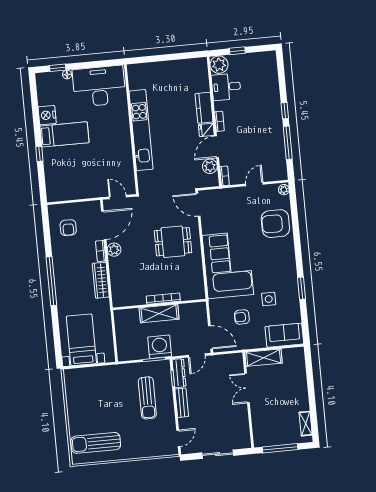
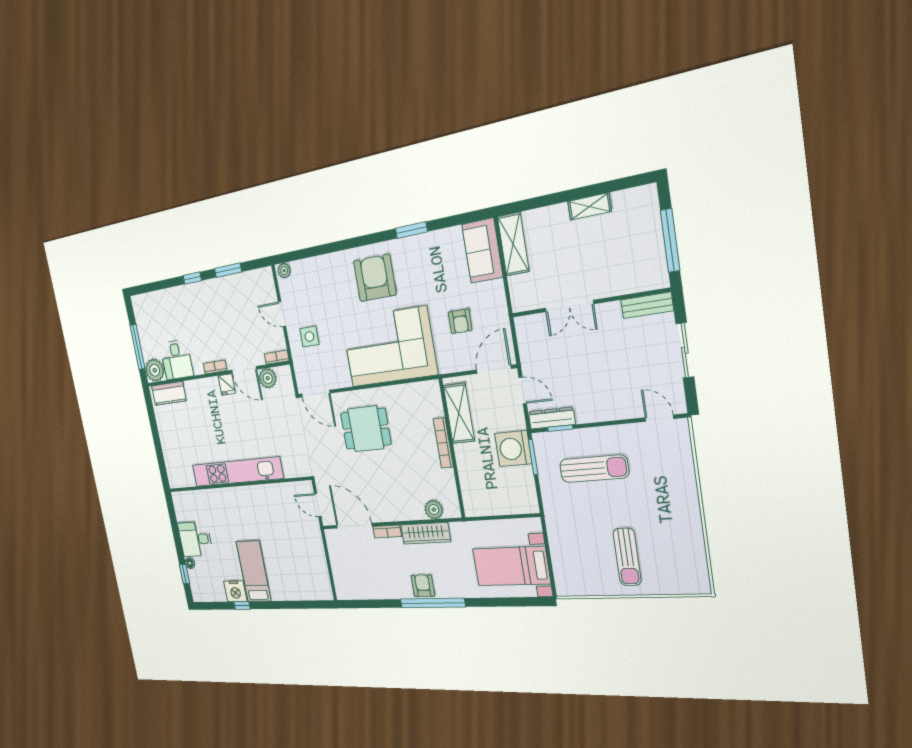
window: (237, 51) -> (137, 347), width x2.17
desk: (99, 86) -> (195, 539), width x0.53, depth x0.77
kitchen counter: (204, 108) -> (169, 393), moved
window: (288, 143) -> (228, 270), width x0.69
window: (39, 154) -> (242, 605), moved
door: (118, 197) -> (318, 505), hinge flipped
door: (198, 205) -> (316, 394), hinge flipped
armchair: (275, 224) -> (375, 278), moved, turned 180
armchair: (68, 228) -> (423, 586), moved, turned -90
dining table: (173, 242) -> (366, 429), turned 90
plant: (114, 250) -> (434, 510), moved
side table: (269, 299) -> (309, 337), moved
shelving: (159, 314) -> (459, 413), moved
shelving: (264, 358) -> (513, 244), moved
bench: (182, 403) -> (647, 305), moved
shelving: (306, 424) -> (589, 206), moved
sun lounger: (96, 443) -> (627, 557), moved, width x0.73, depth x0.75

